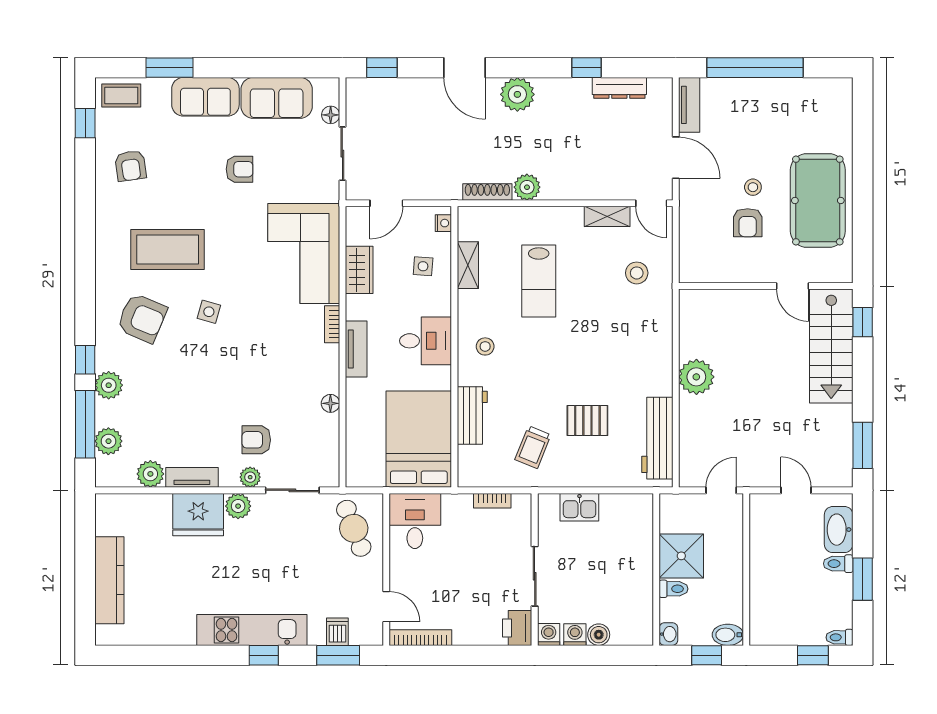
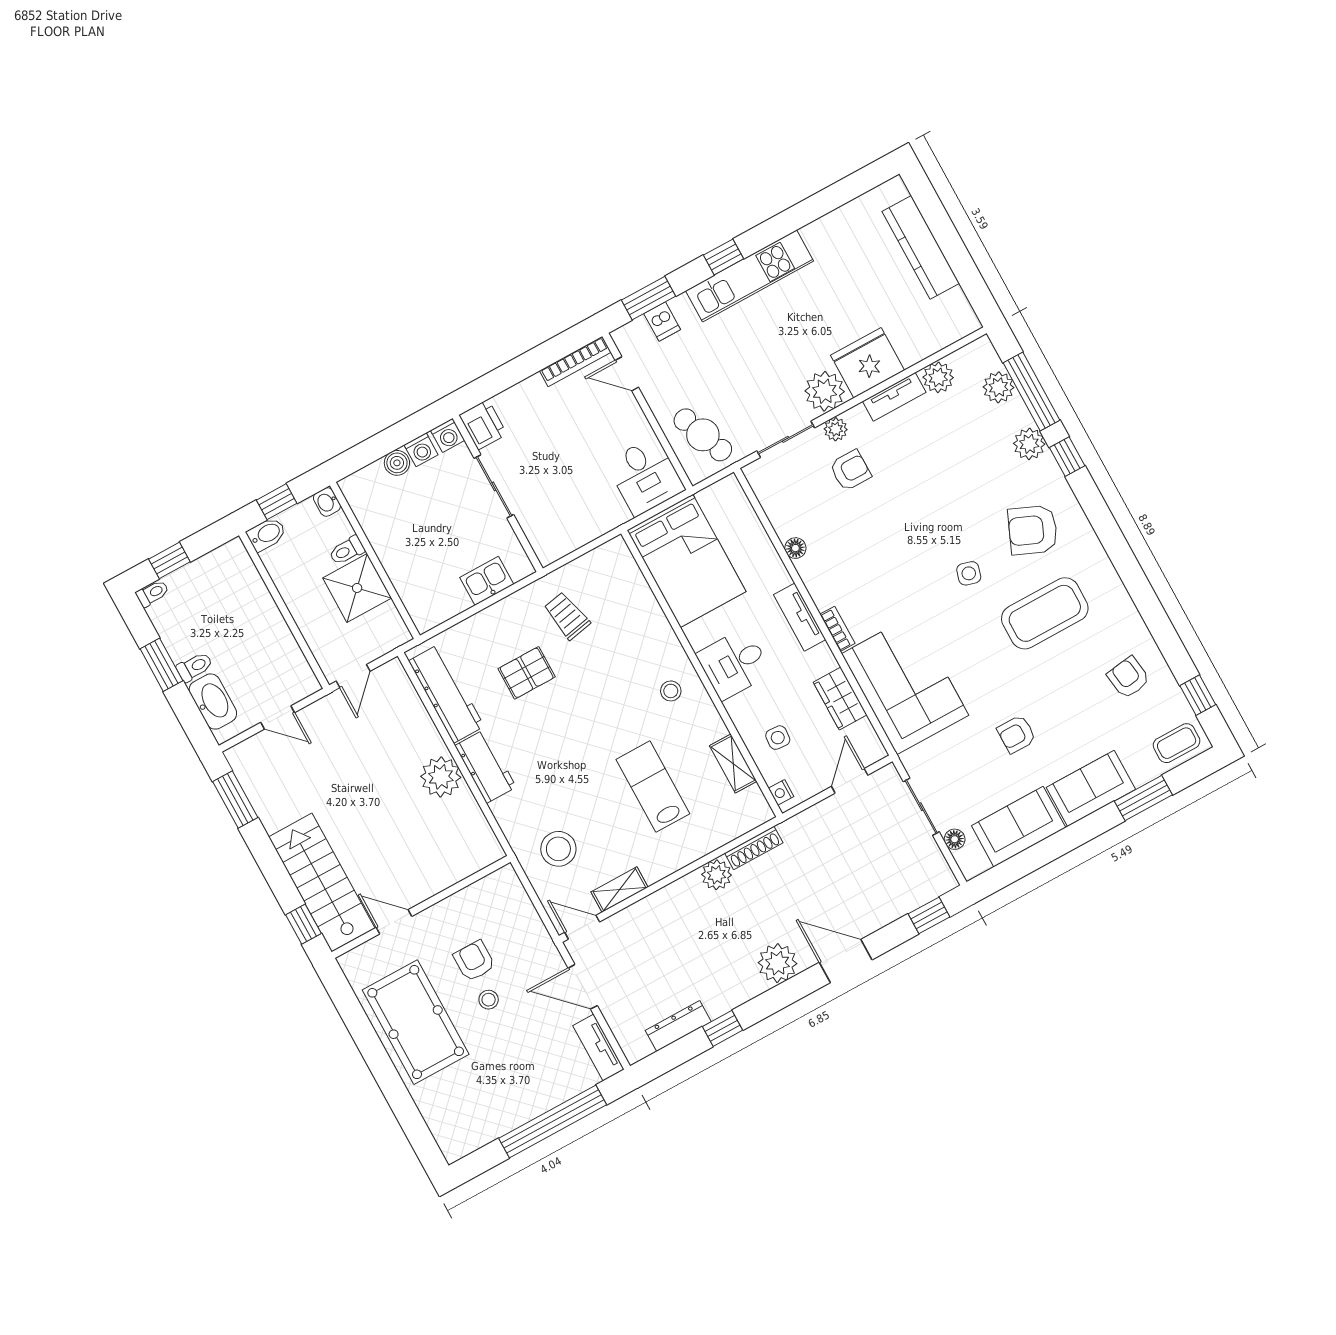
stool: (637, 273) -> (558, 849), width x1.38, depth x1.38
workbench: (472, 415) -> (485, 766), moved, turned 180
trolley: (533, 447) -> (567, 616), turned -33
bookcase: (492, 501) -> (578, 539), removed
plant: (238, 506) -> (825, 391), width x1.36, depth x1.36

